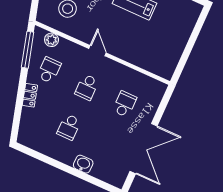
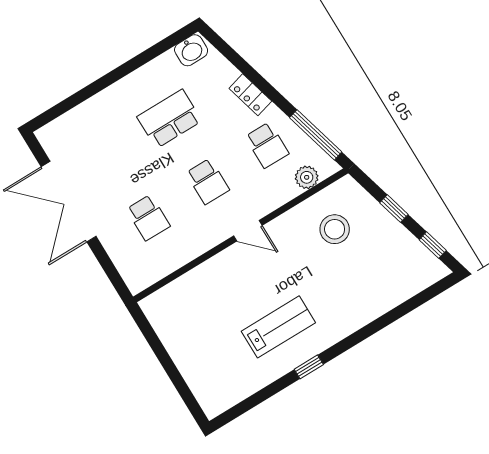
school desk: (87, 87) -> (208, 181), turned 180
school desk: (69, 127) -> (169, 119), width x1.85
washbasin: (83, 164) -> (191, 50), moved

